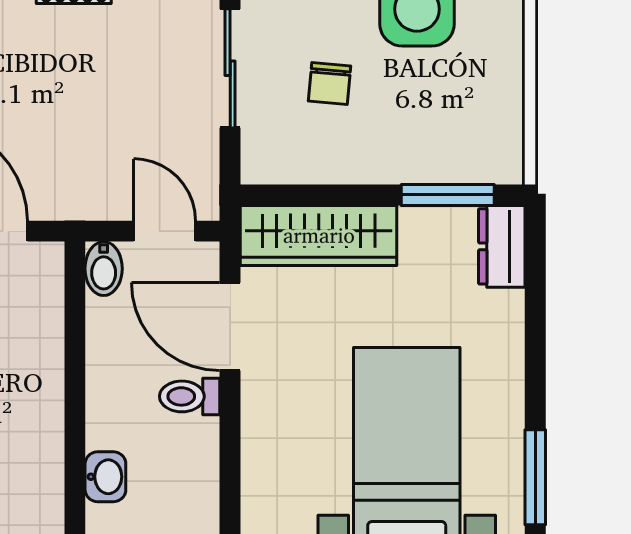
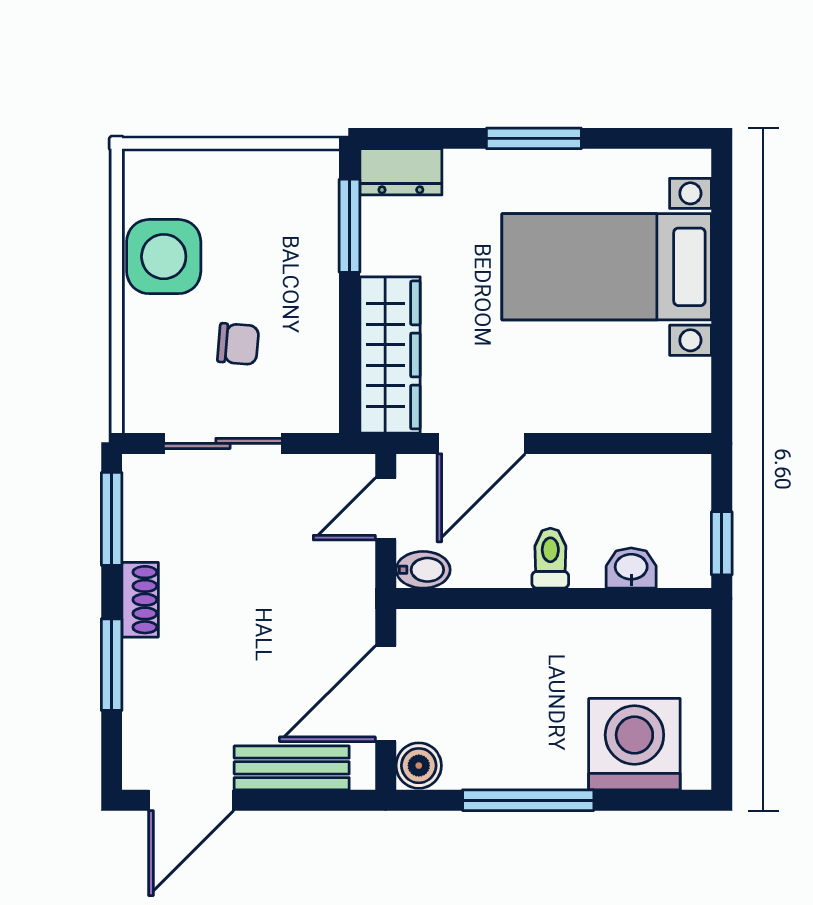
toilet: (190, 396) -> (550, 558), moved, turned 180
window: (535, 477) -> (534, 138), moved

